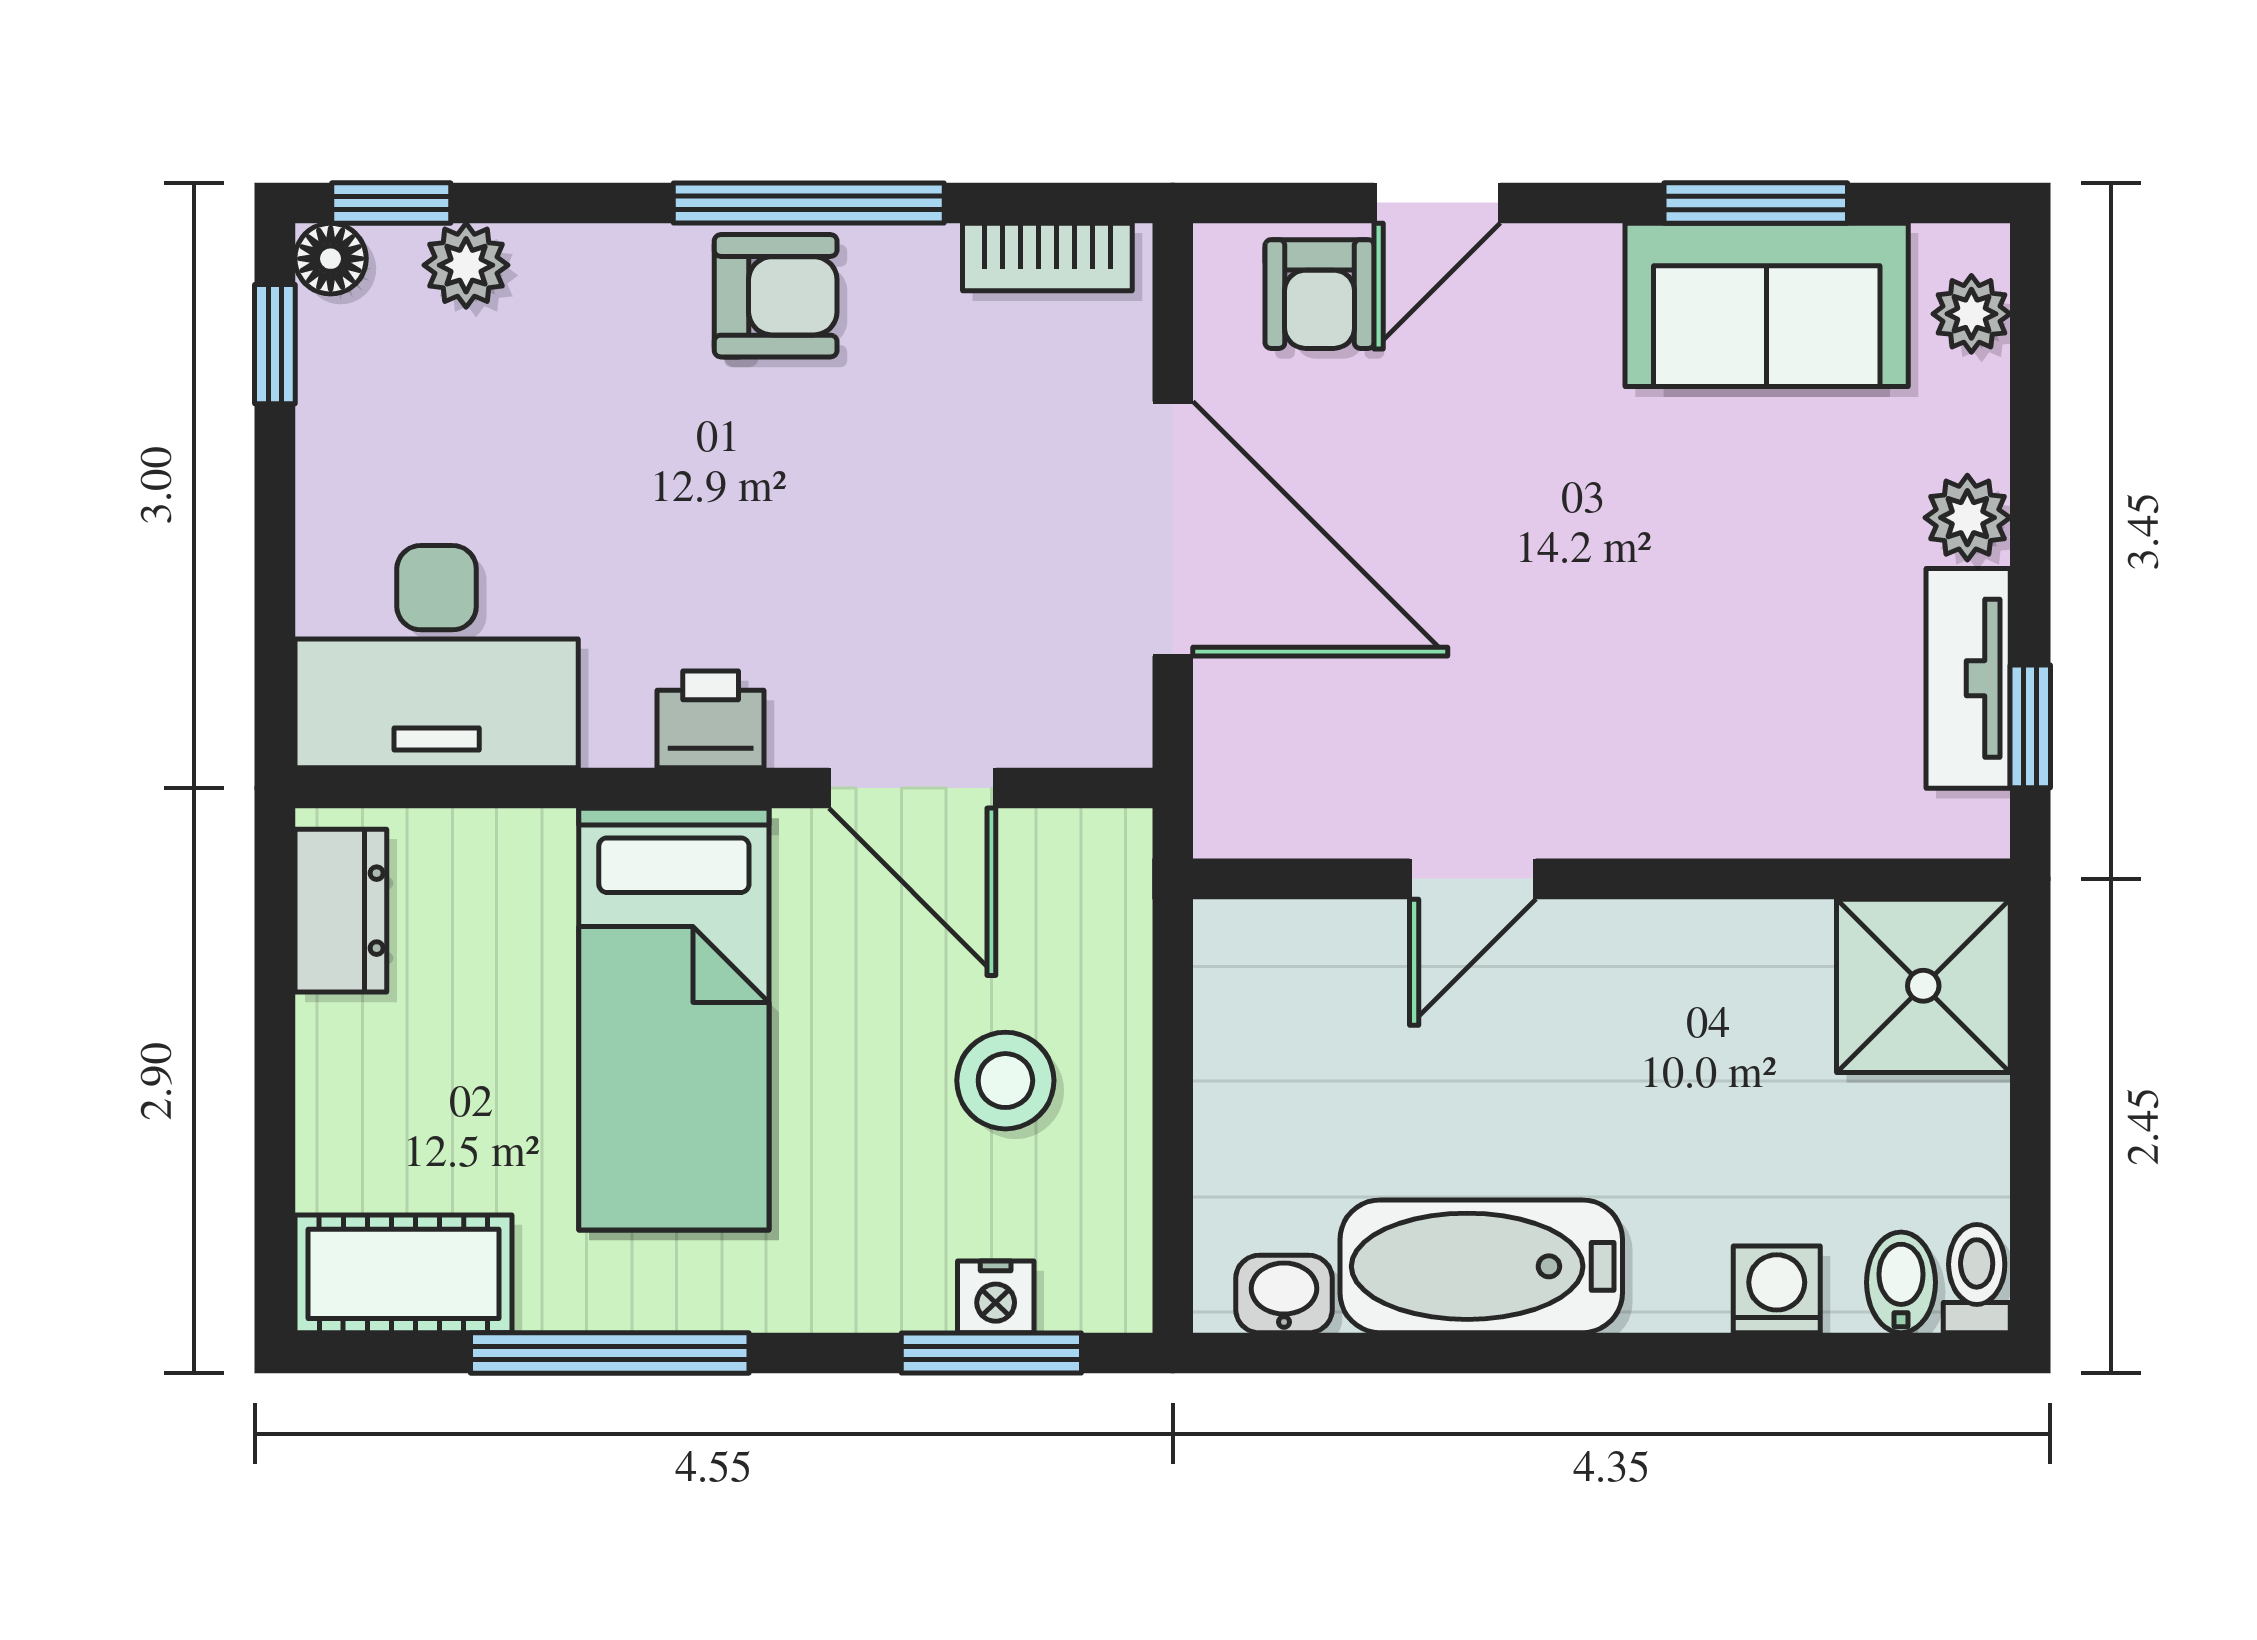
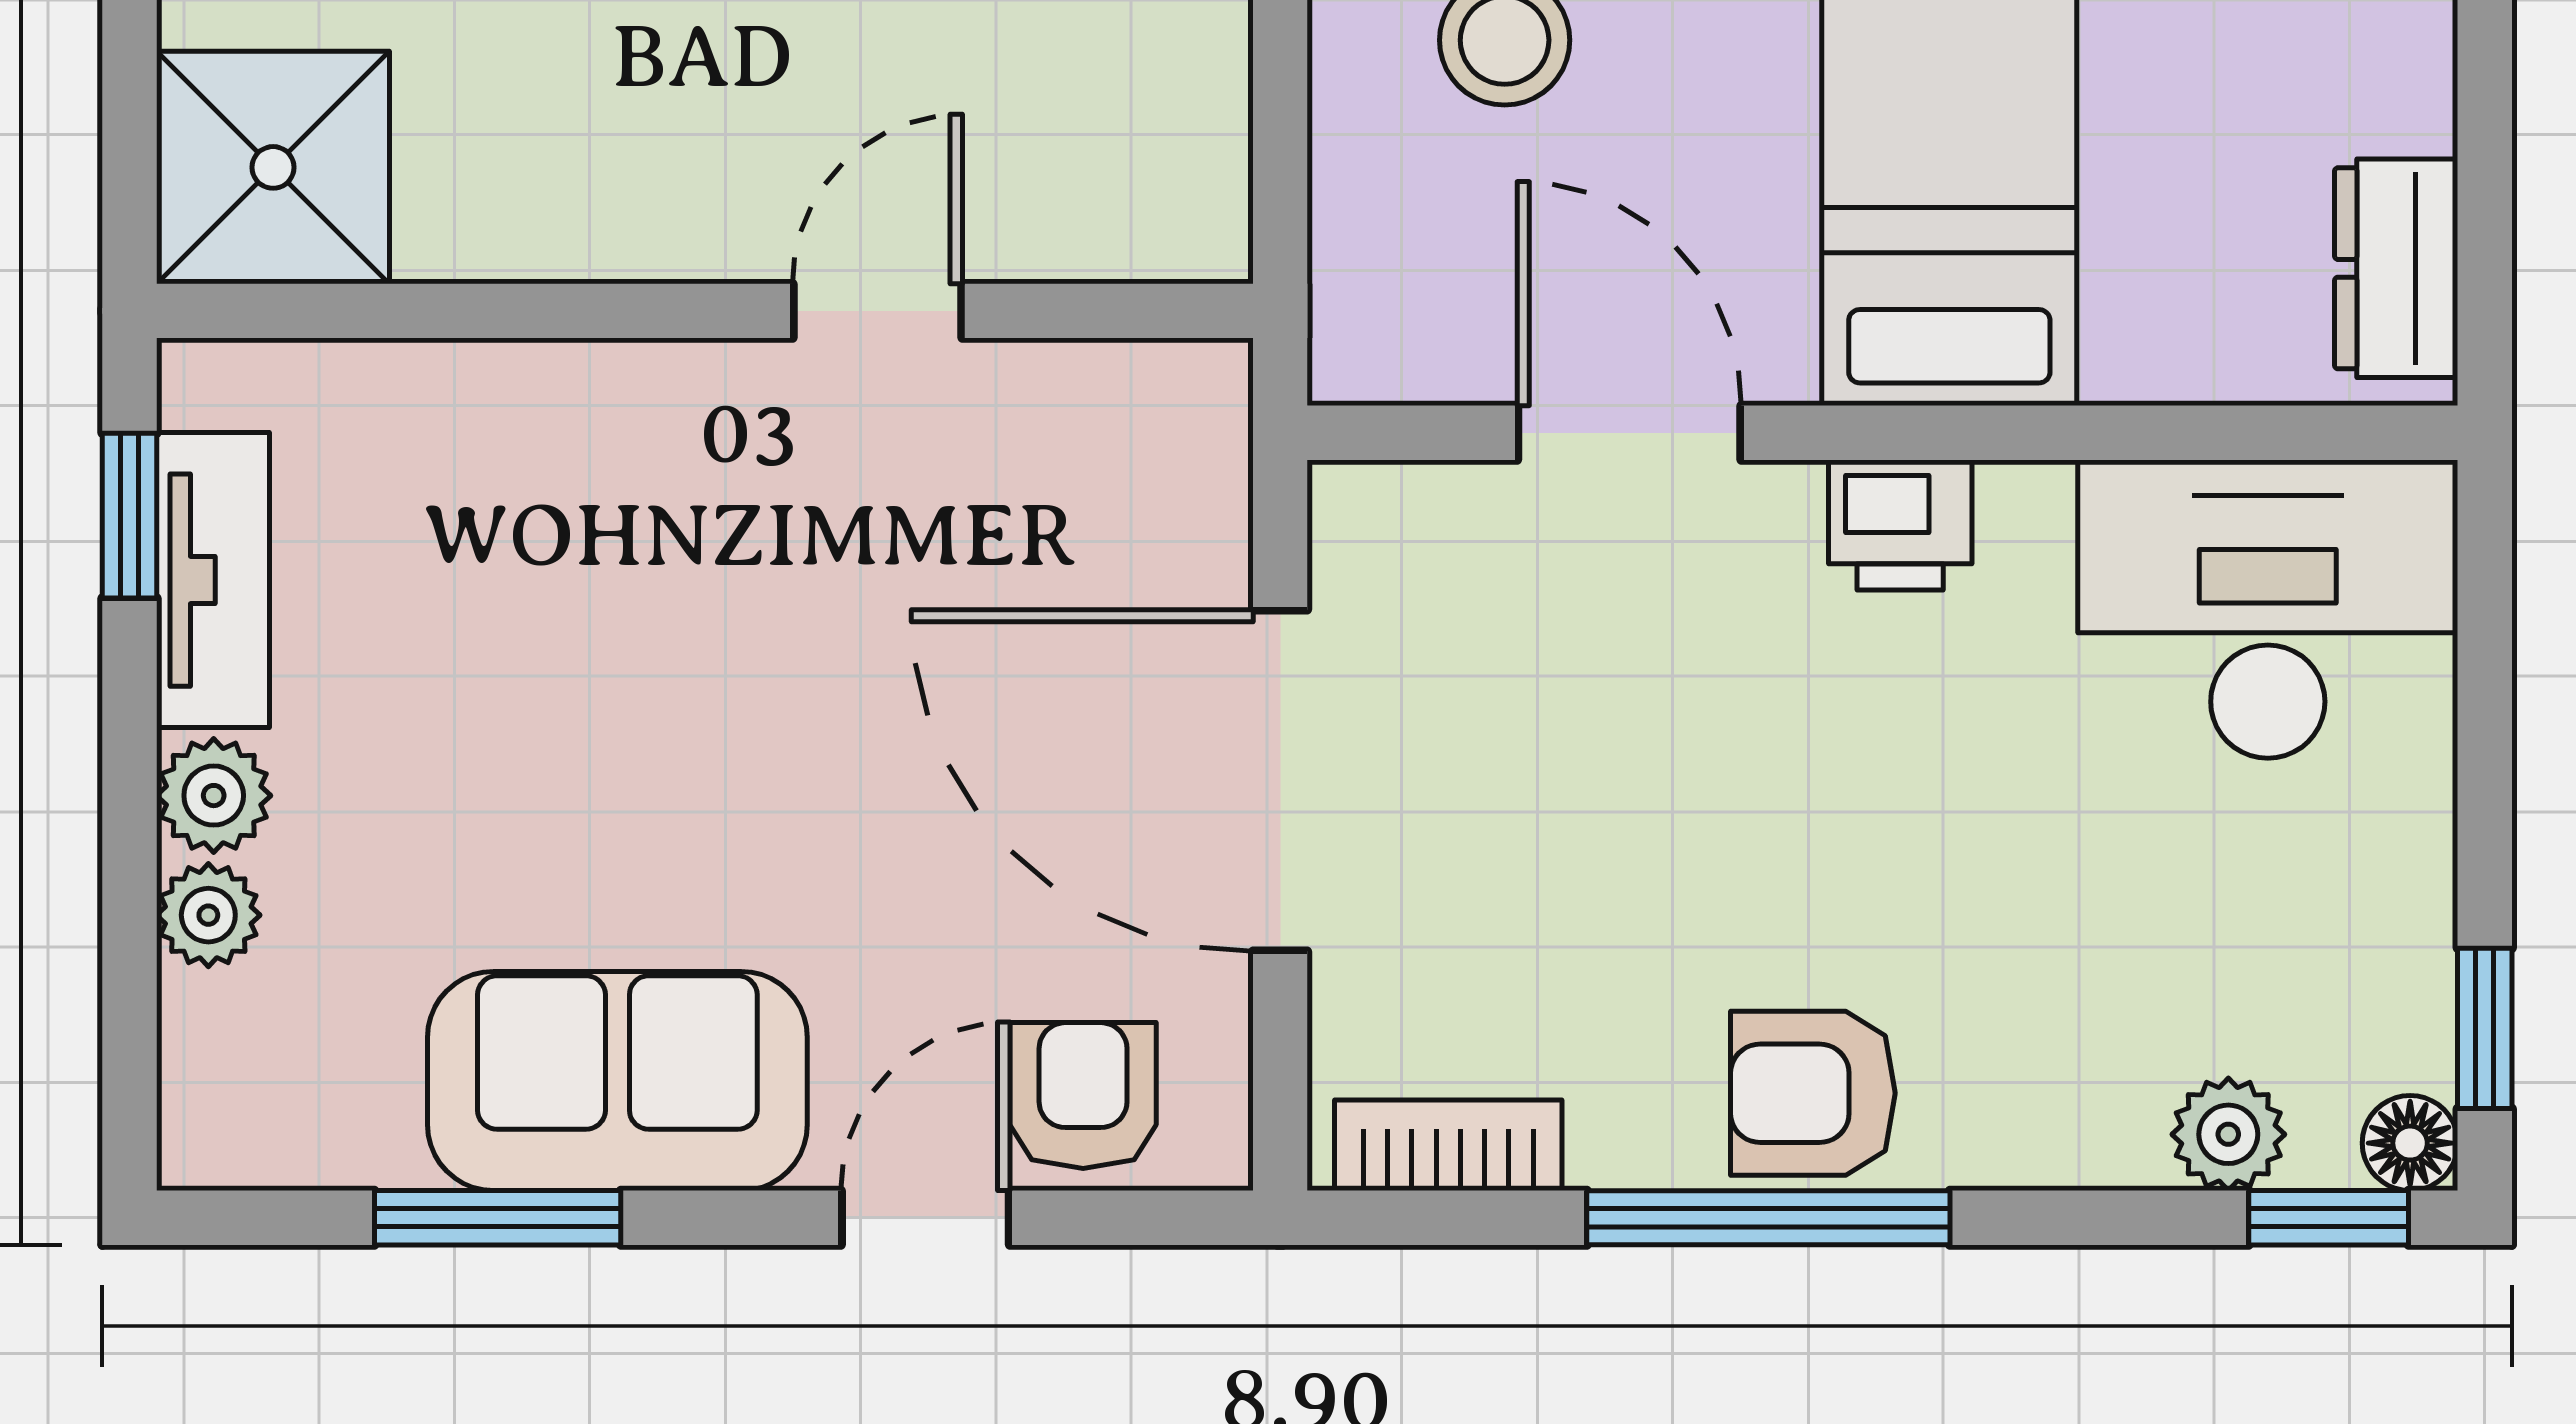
sofa: (1767, 305) -> (617, 1081), moved
plant: (1971, 314) -> (208, 915), moved

